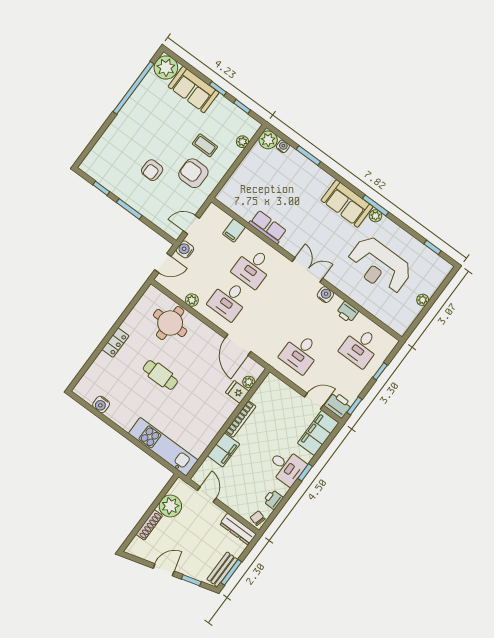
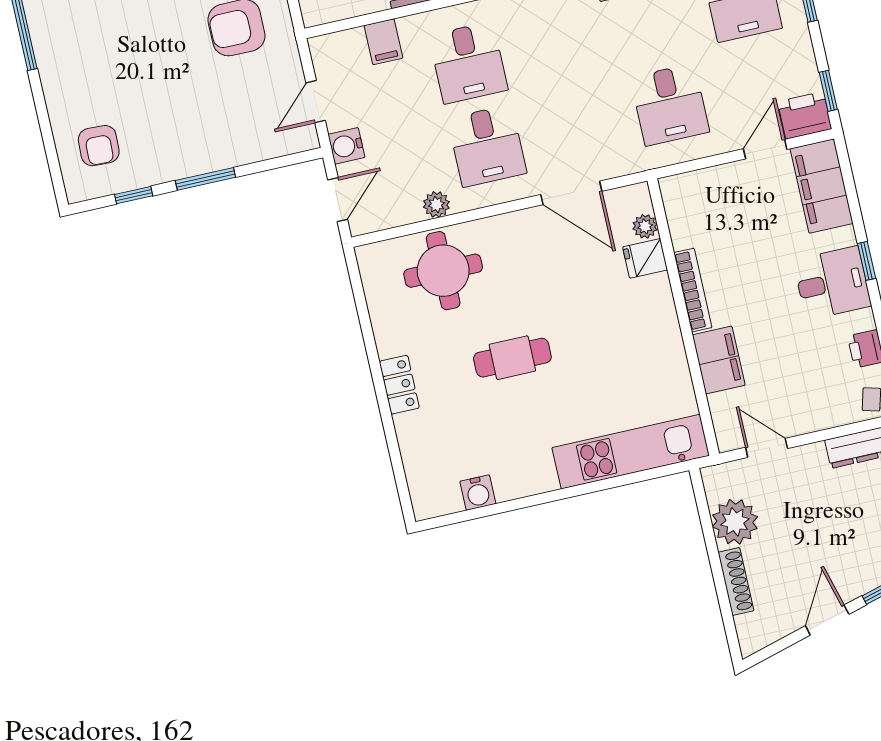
armchair: (152, 170) -> (99, 146), moved

